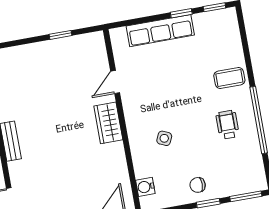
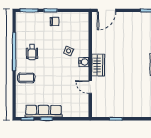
row of seats: (160, 31) -> (44, 111), moved
door: (115, 82) -> (90, 87), swing flipped
water cooler: (145, 187) -> (84, 62), moved

